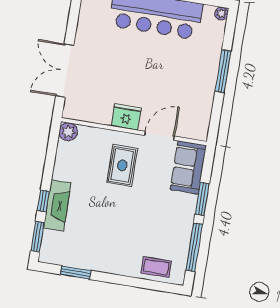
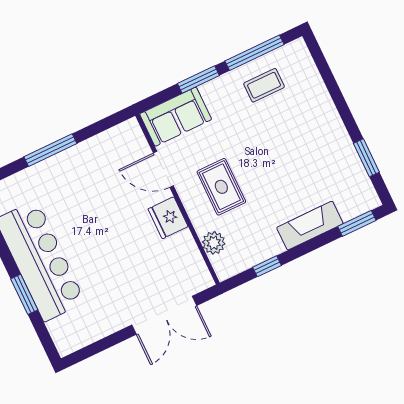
plant: (68, 132) -> (214, 243), moved
rug: (122, 165) -> (221, 187), turned 90
window: (43, 201) -> (267, 266), moved
coffee table: (156, 267) -> (264, 85), moved, turned 90

